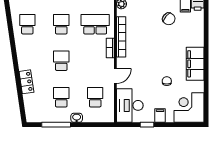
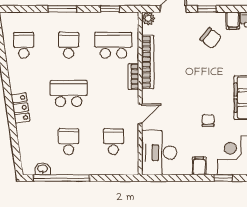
school desk: (61, 61) -> (69, 93), width x1.85
locker: (26, 82) -> (21, 108), moved
washbasin: (77, 118) -> (43, 169), moved
window: (56, 125) -> (62, 178), width x1.46
window: (147, 125) -> (223, 178), moved

